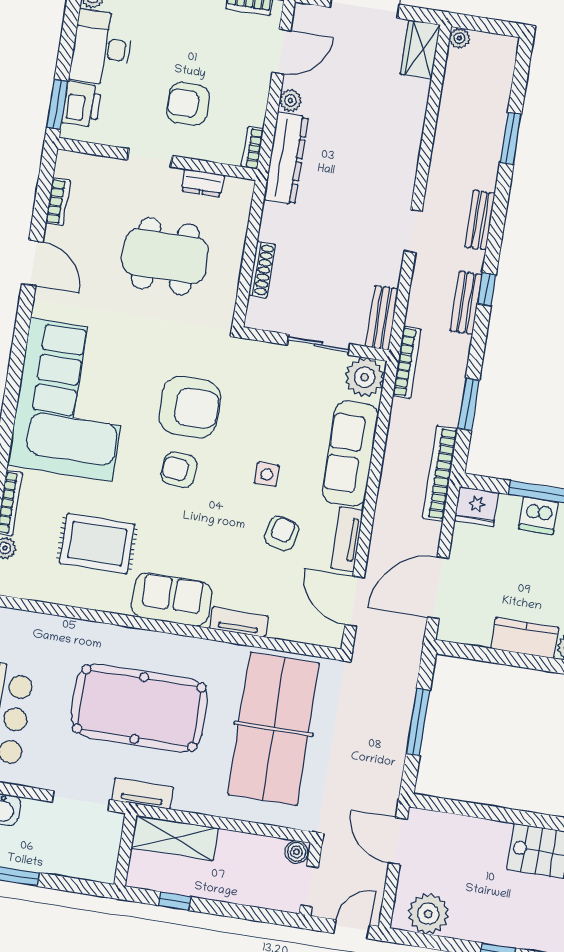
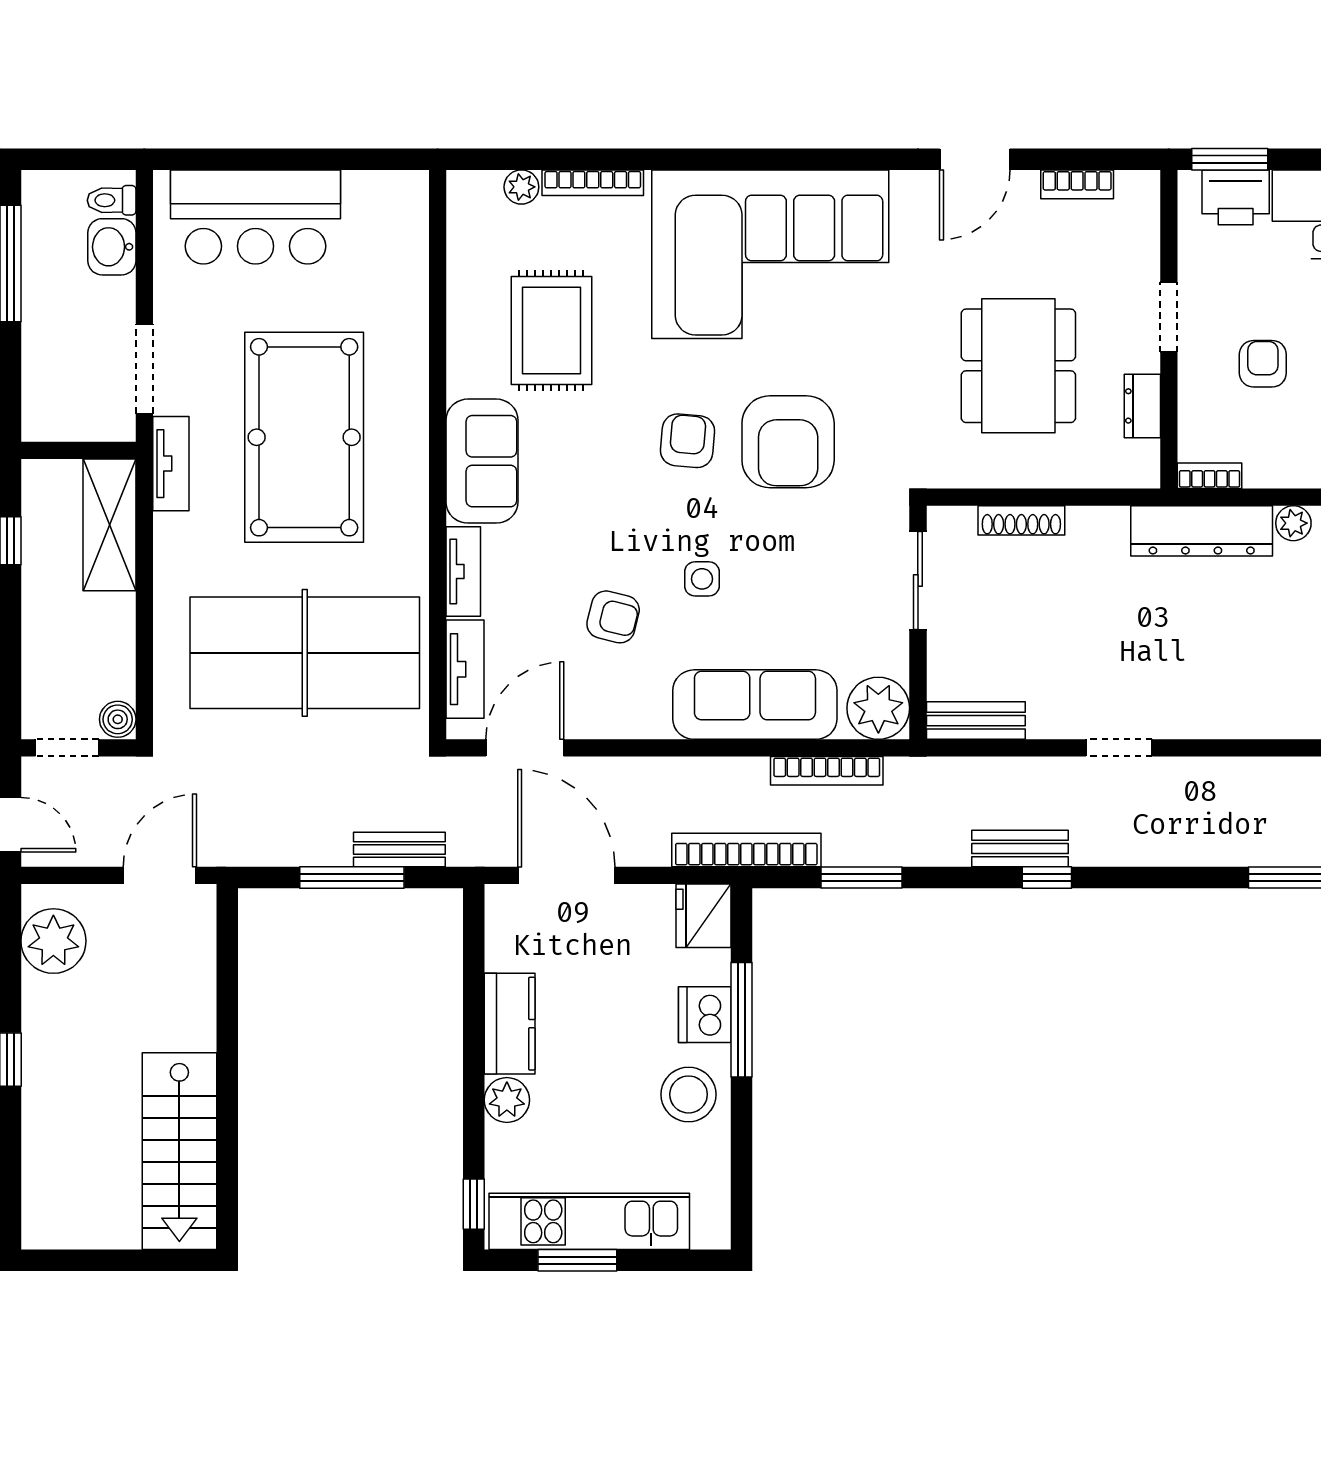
armchair: (188, 104) -> (1263, 364), width x0.72, depth x0.72
bench: (480, 220) -> (399, 849), moved
sliding door: (318, 345) -> (918, 581), moved
bookcase: (407, 362) -> (827, 771), moved
tv unit: (347, 539) -> (465, 669), moved, turned 90

